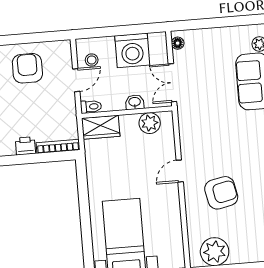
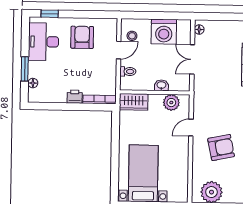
washbasin: (135, 102) -> (161, 85), moved
wall: (127, 112) -> (155, 92), moved
plant: (150, 123) -> (171, 103), moved
wardrobe: (101, 127) -> (134, 102), moved

